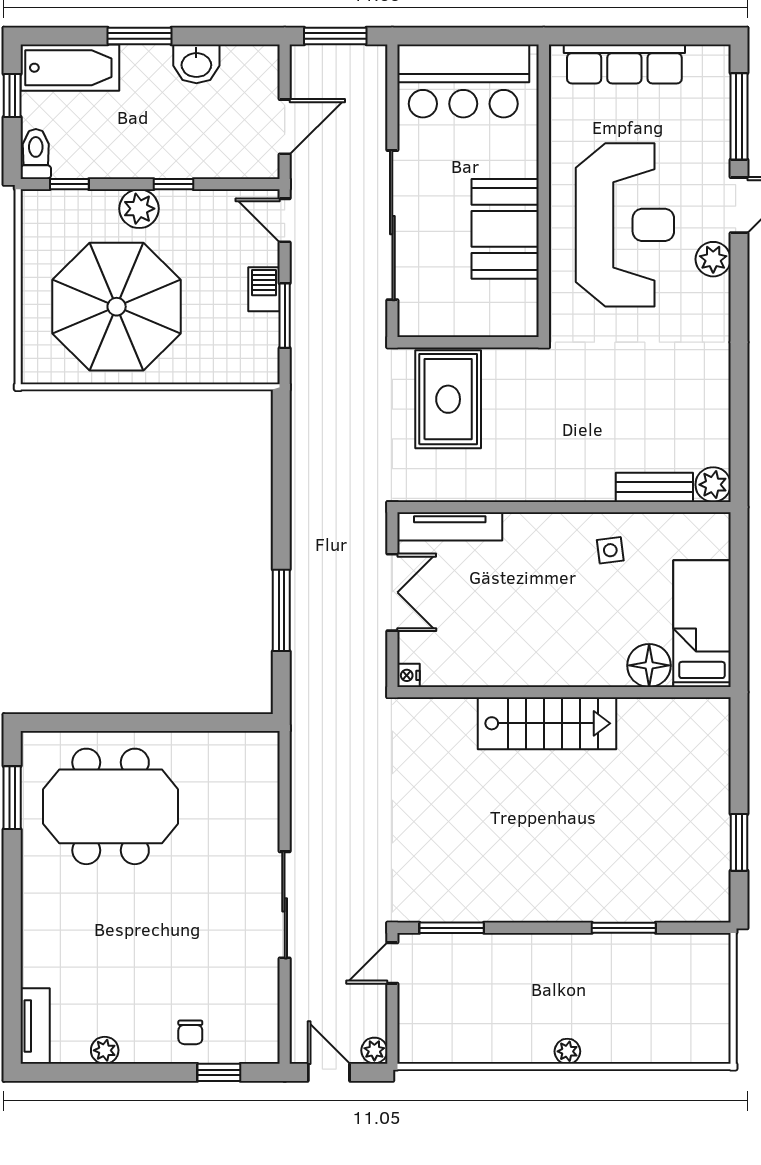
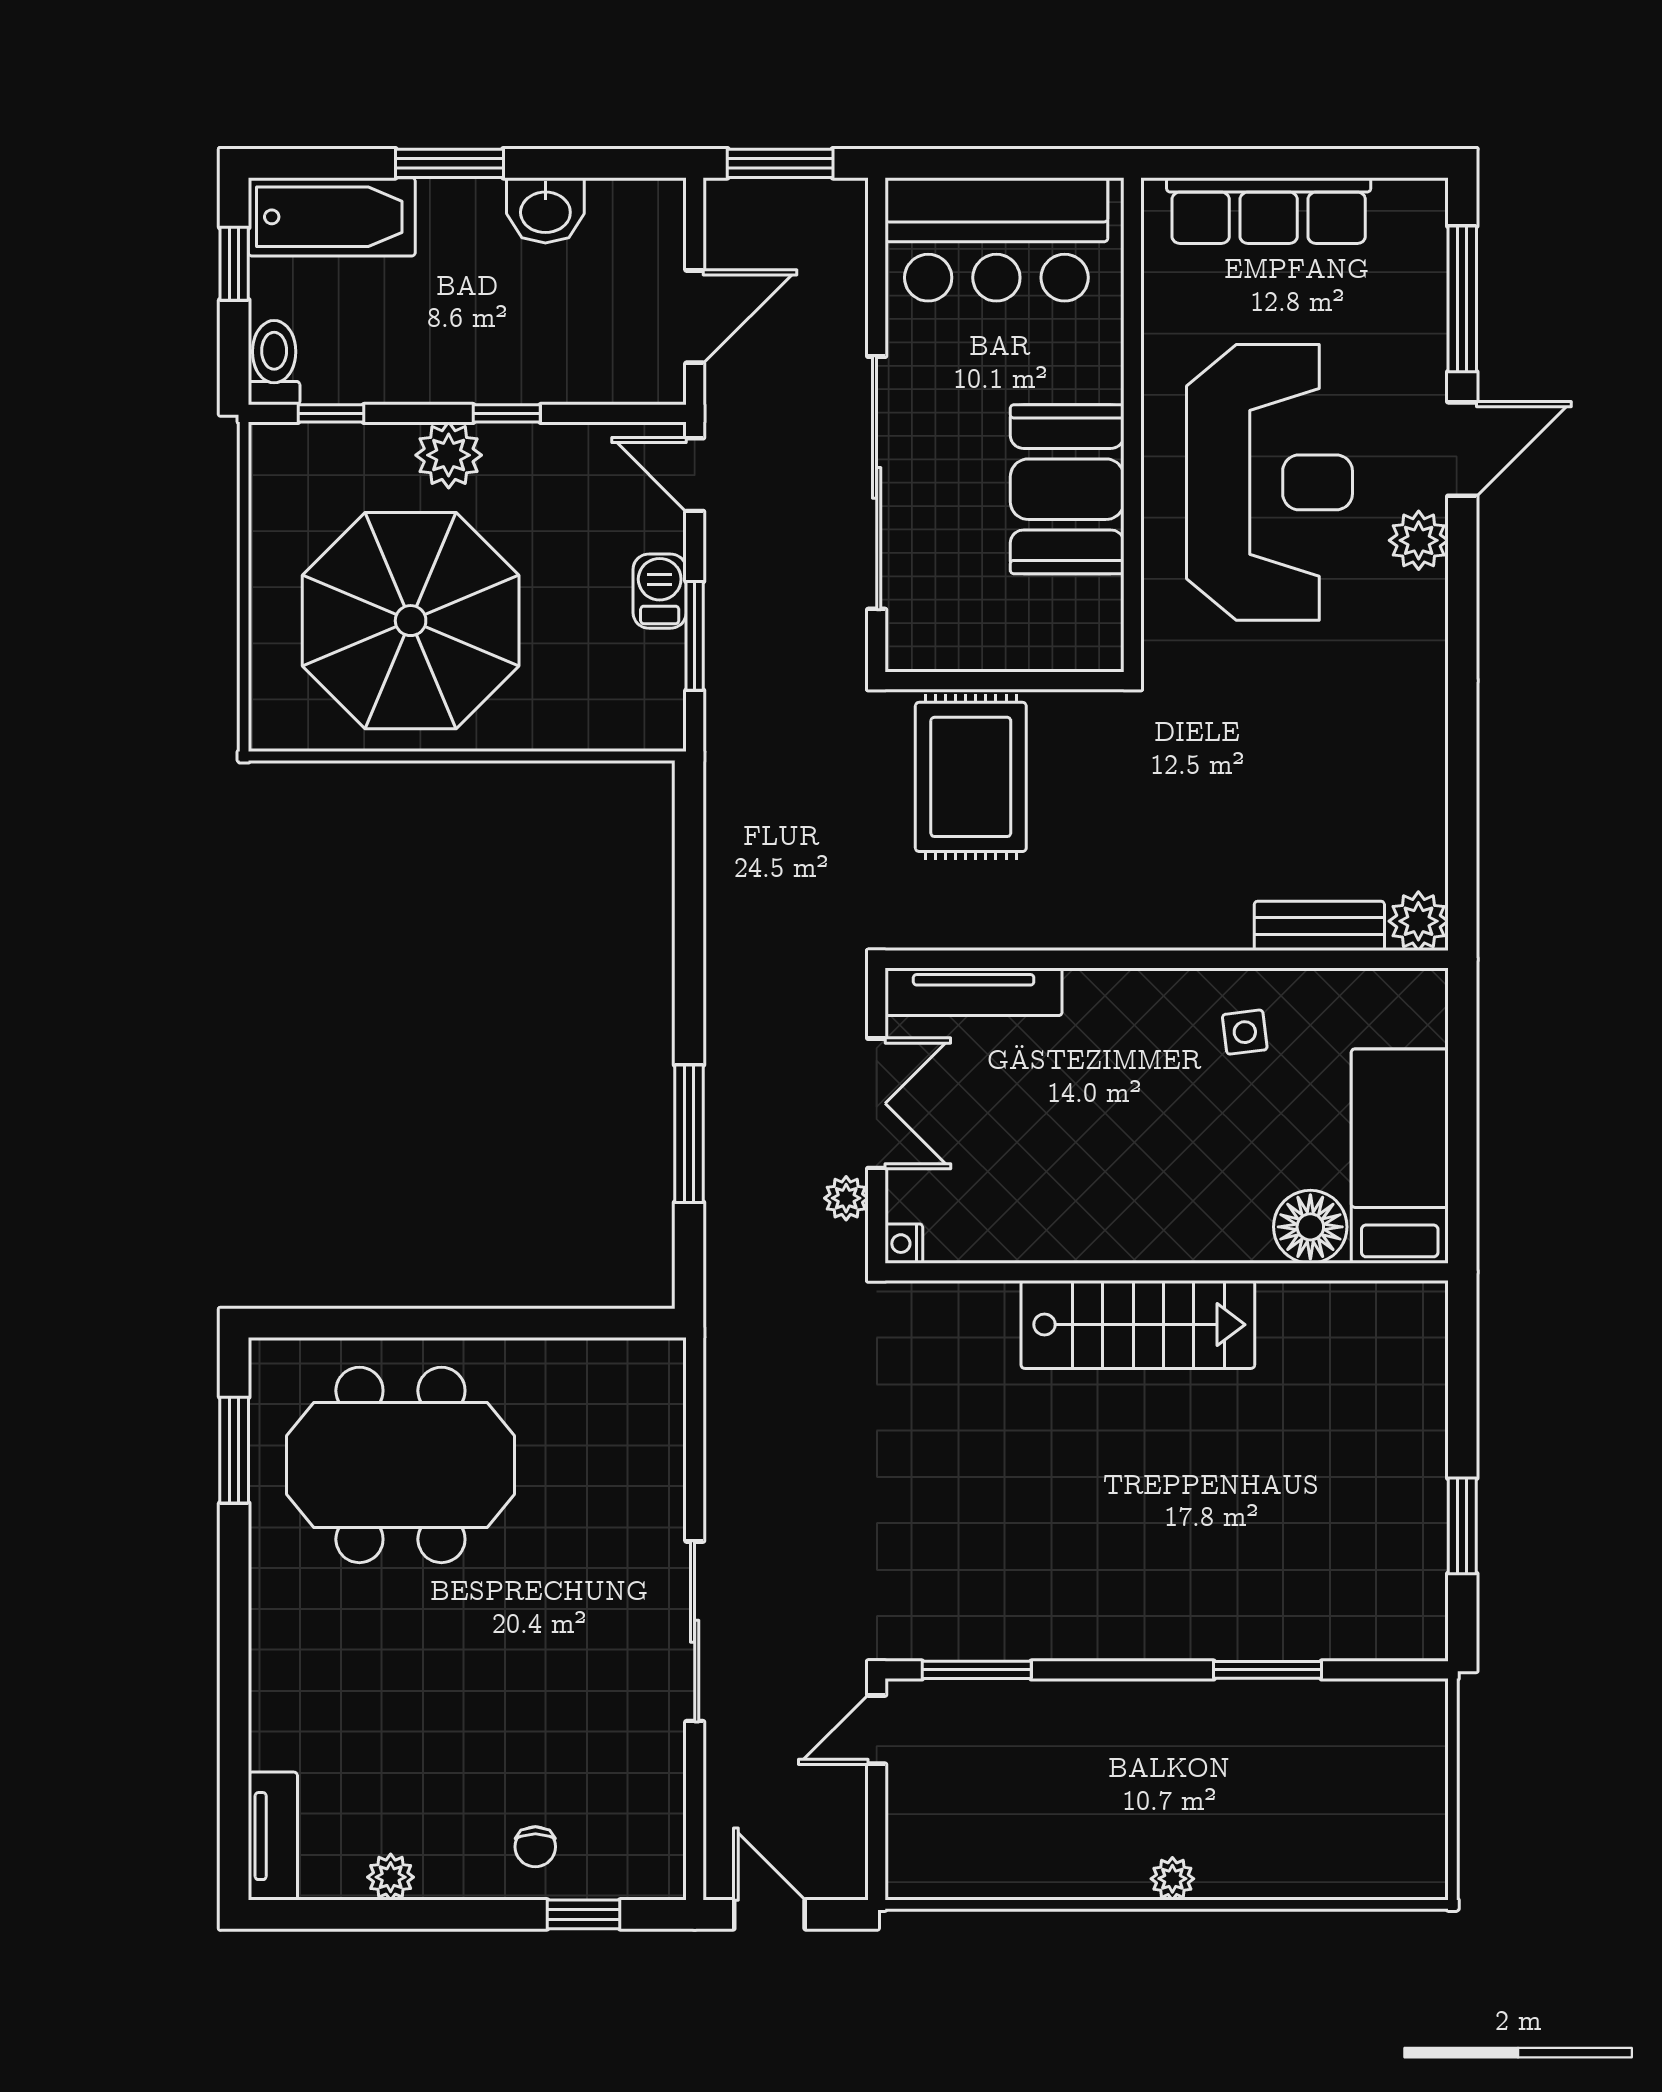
plant: (374, 1050) -> (846, 1198), moved

